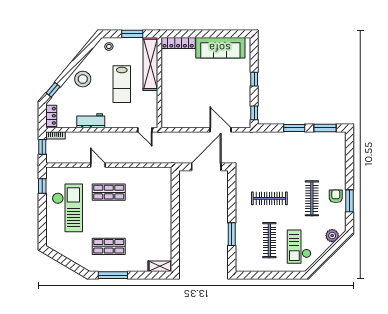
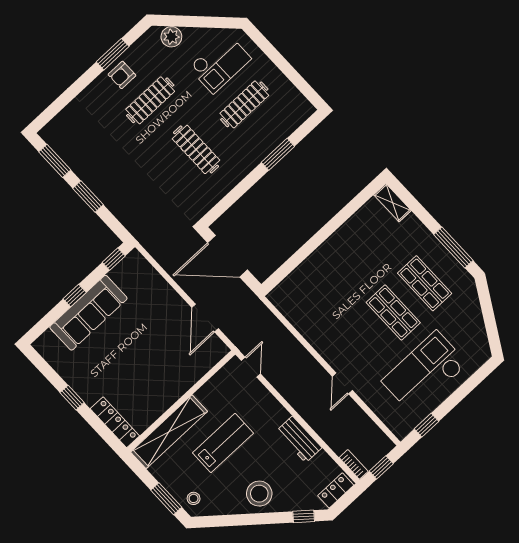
window: (132, 34) -> (166, 499), moved
window: (208, 34) -> (72, 398), added
sofa: (220, 48) -> (88, 313), moved, turned 90
door: (220, 130) -> (205, 318), moved
shop shelf: (109, 192) -> (393, 313), moved

